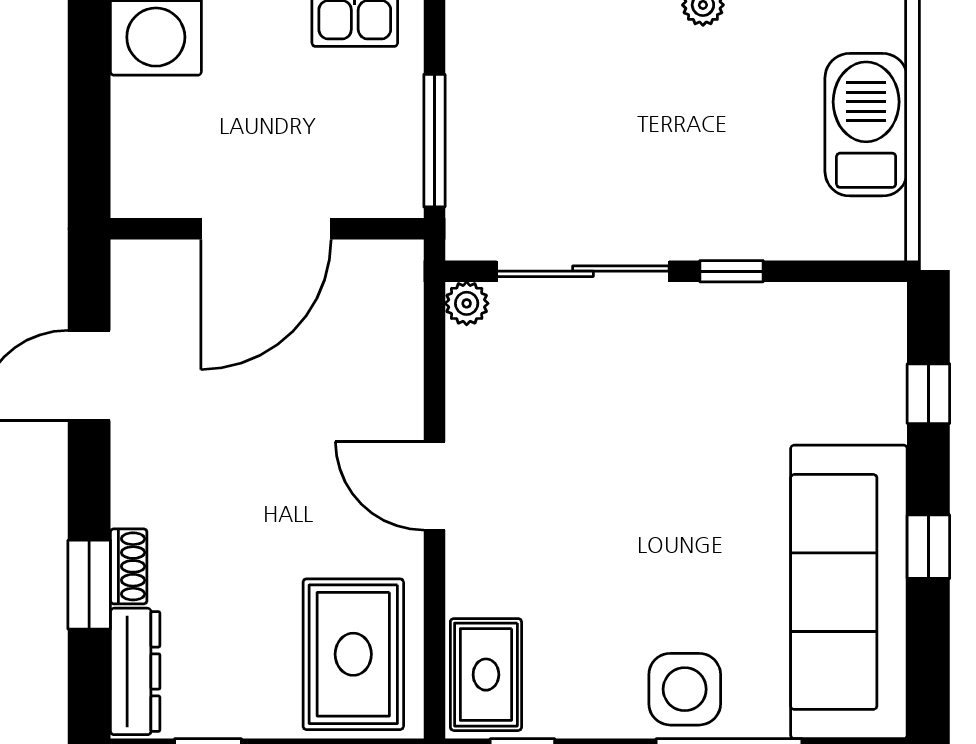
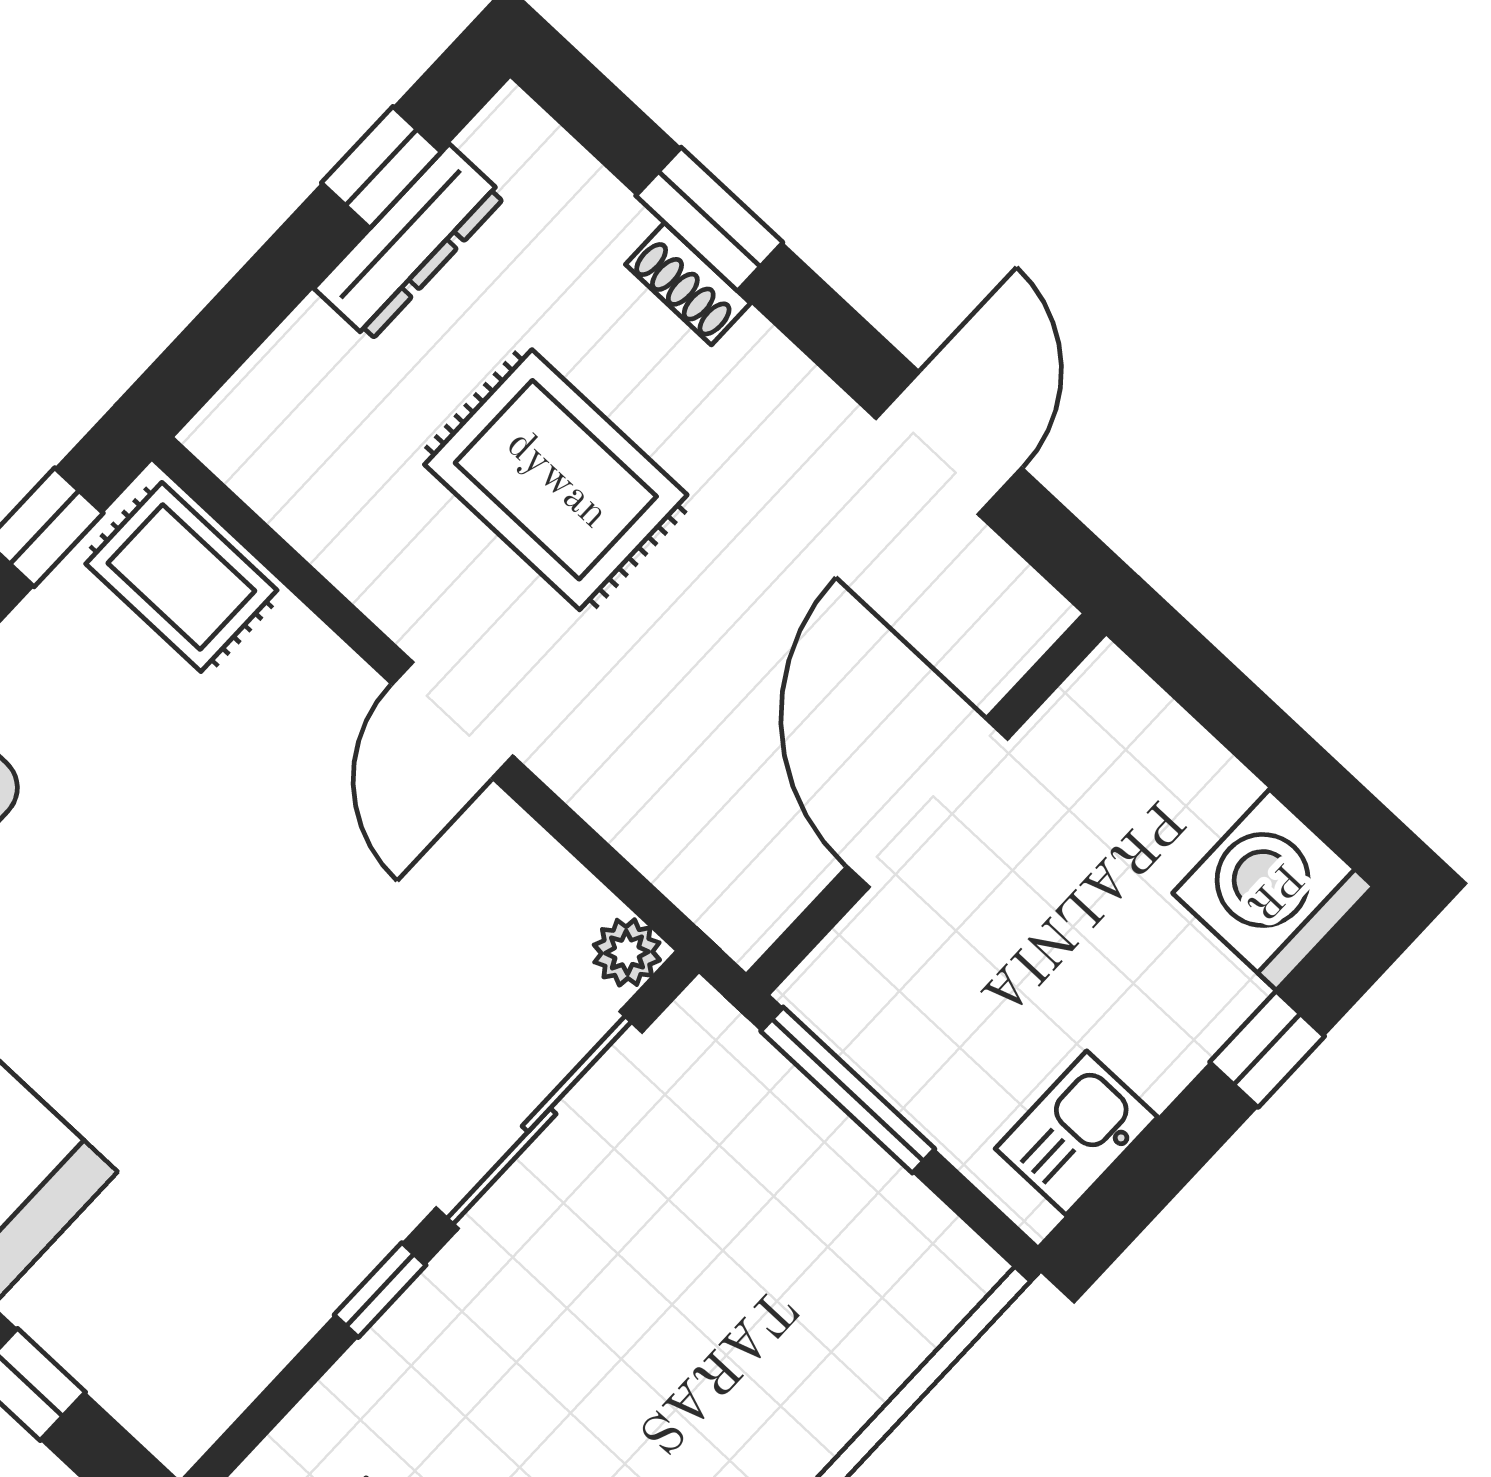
door: (434, 486) -> (453, 720), swing flipped
rug: (353, 654) -> (556, 480), moved
dresser: (135, 671) -> (410, 243), moved, turned -90

